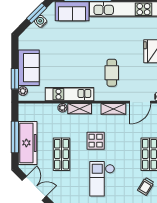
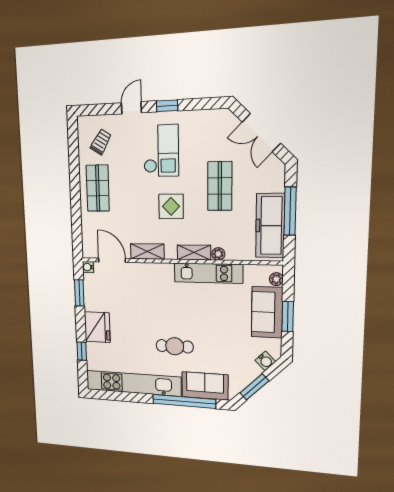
water cooler: (41, 21) -> (265, 361), moved
cafe table: (112, 73) -> (175, 346), moved, turned 90
window: (15, 79) -> (288, 317), moved
door: (140, 102) -> (112, 260), hinge flipped
freezer: (28, 143) -> (270, 226), moved

